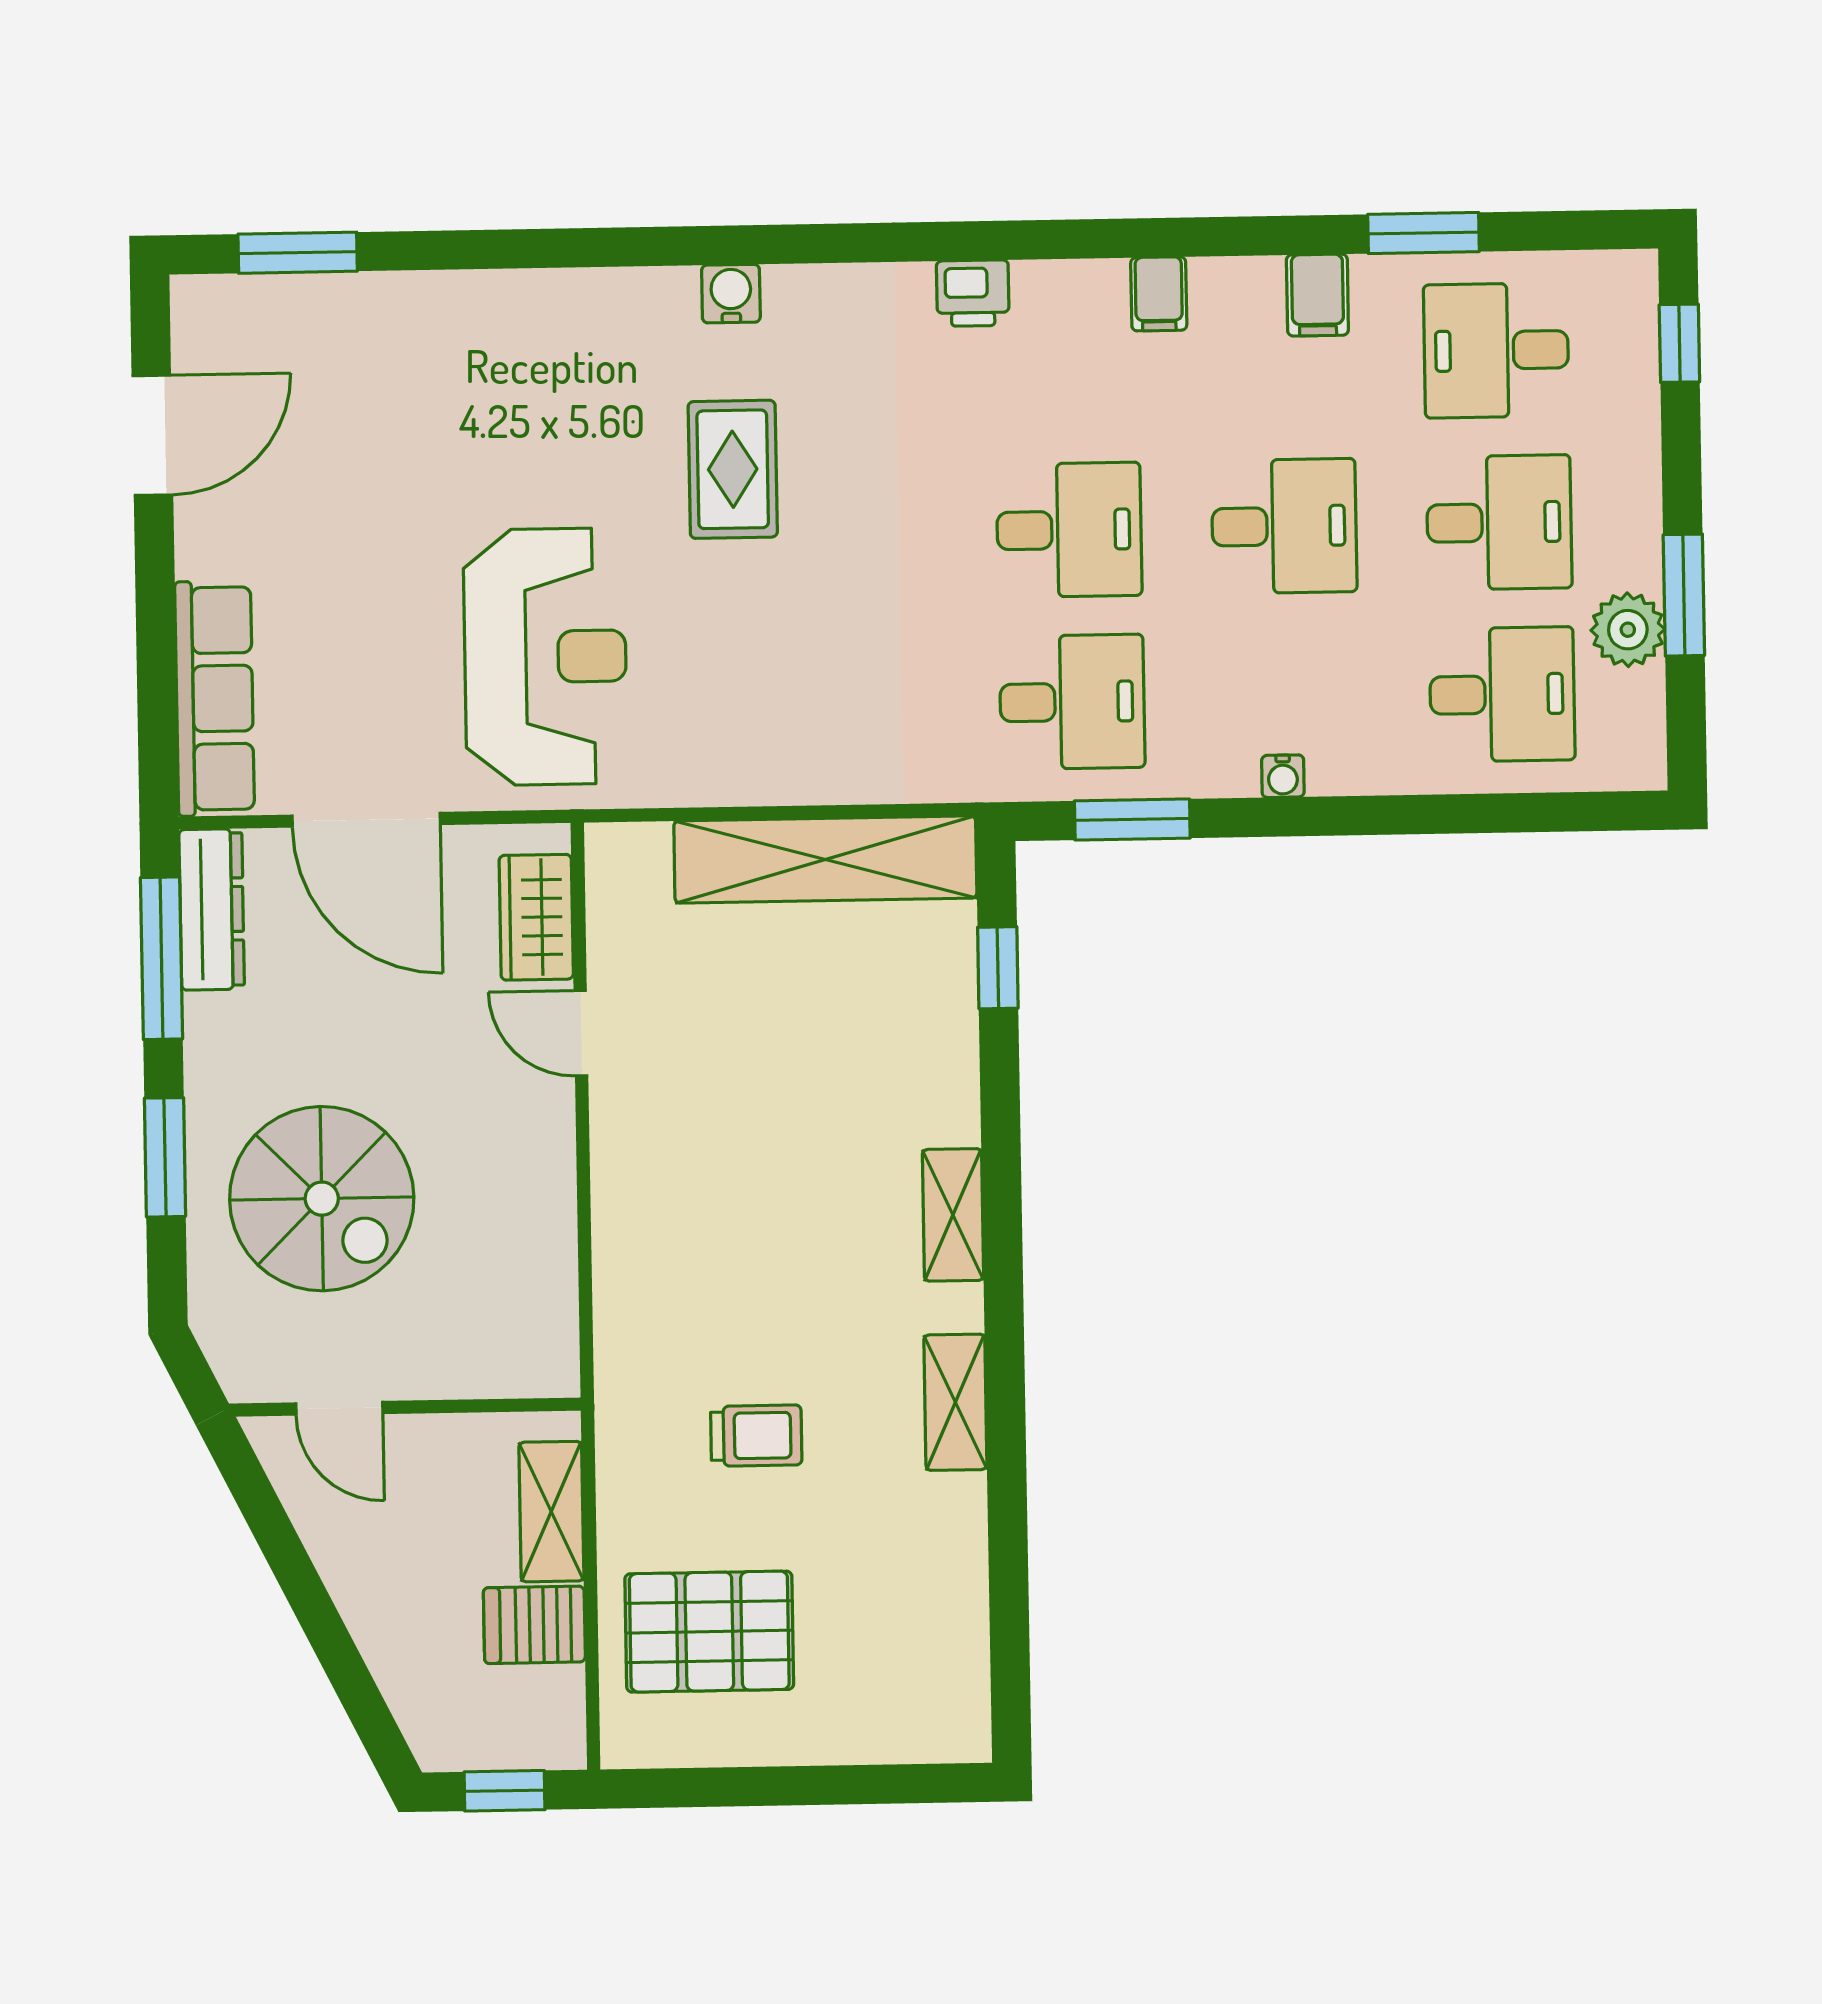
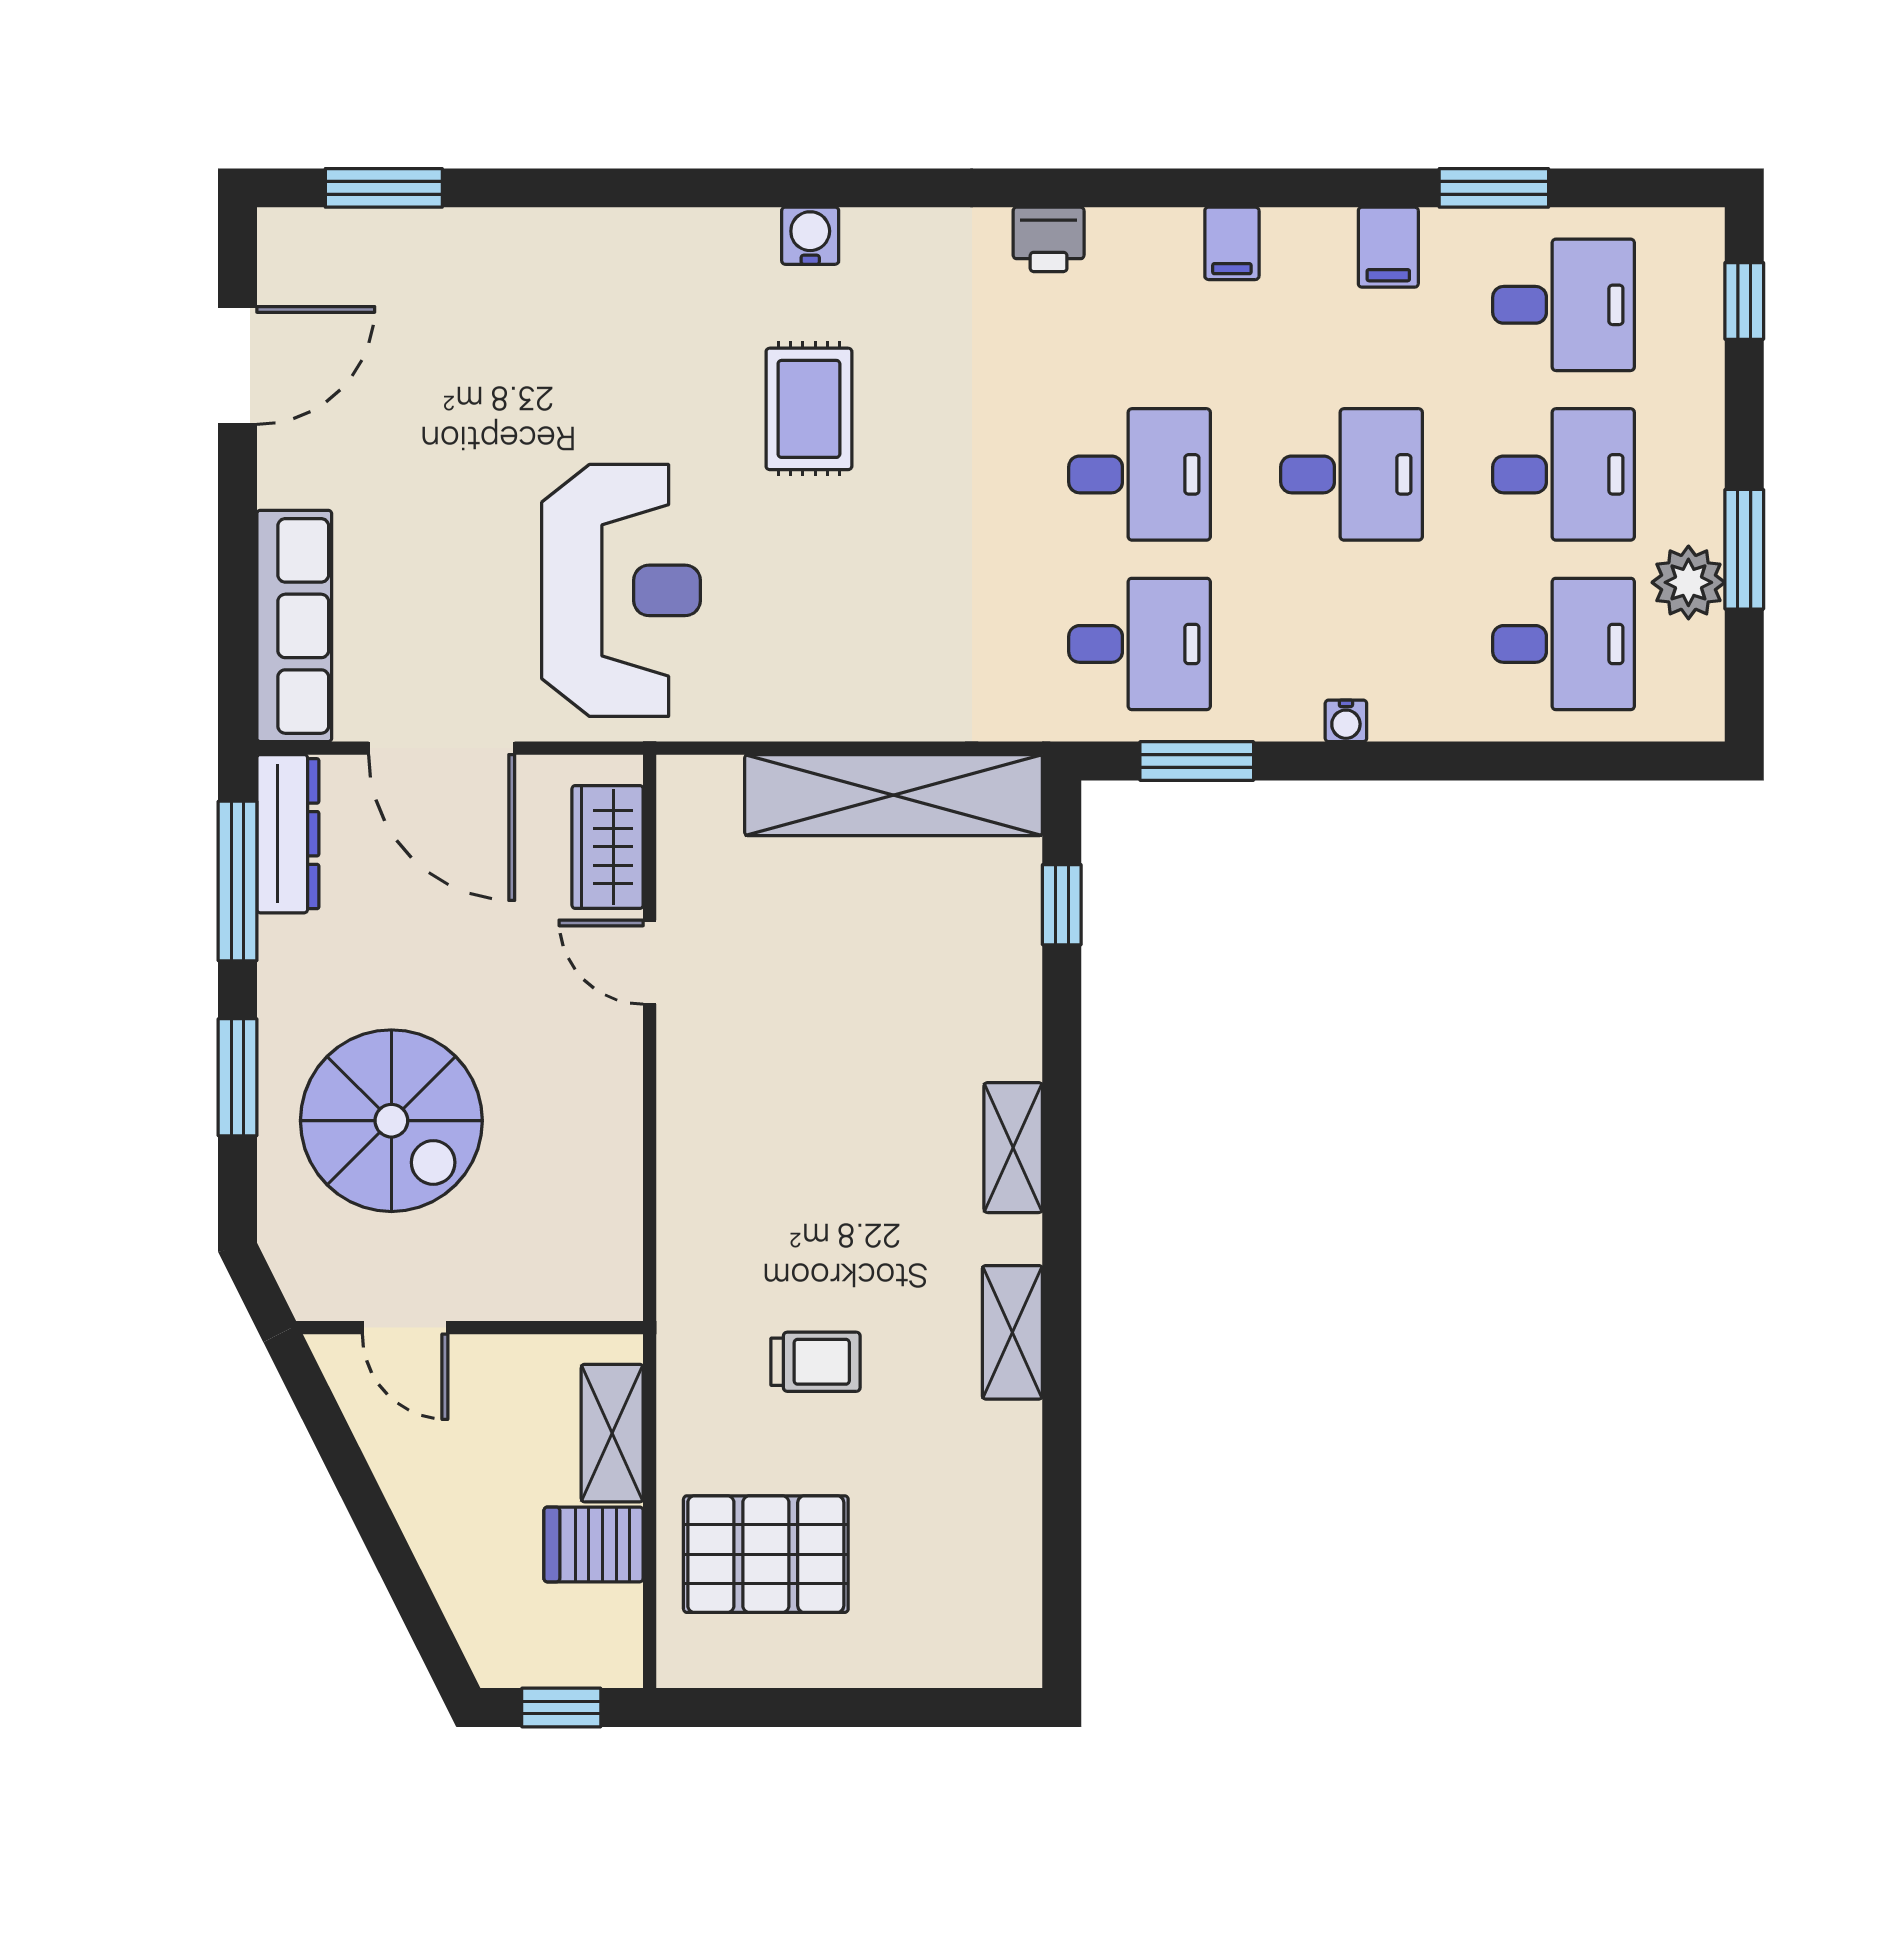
desk: (1496, 350) -> (1563, 305), turned 180

